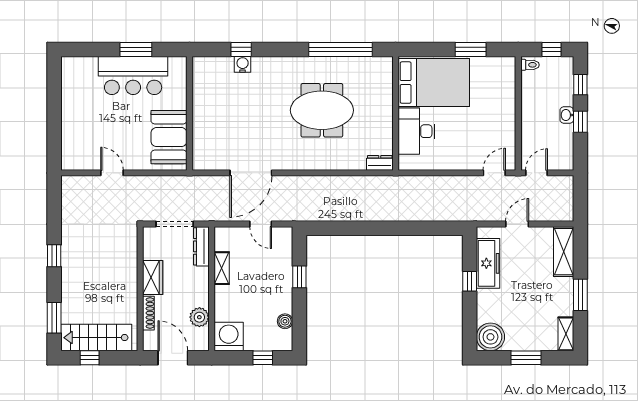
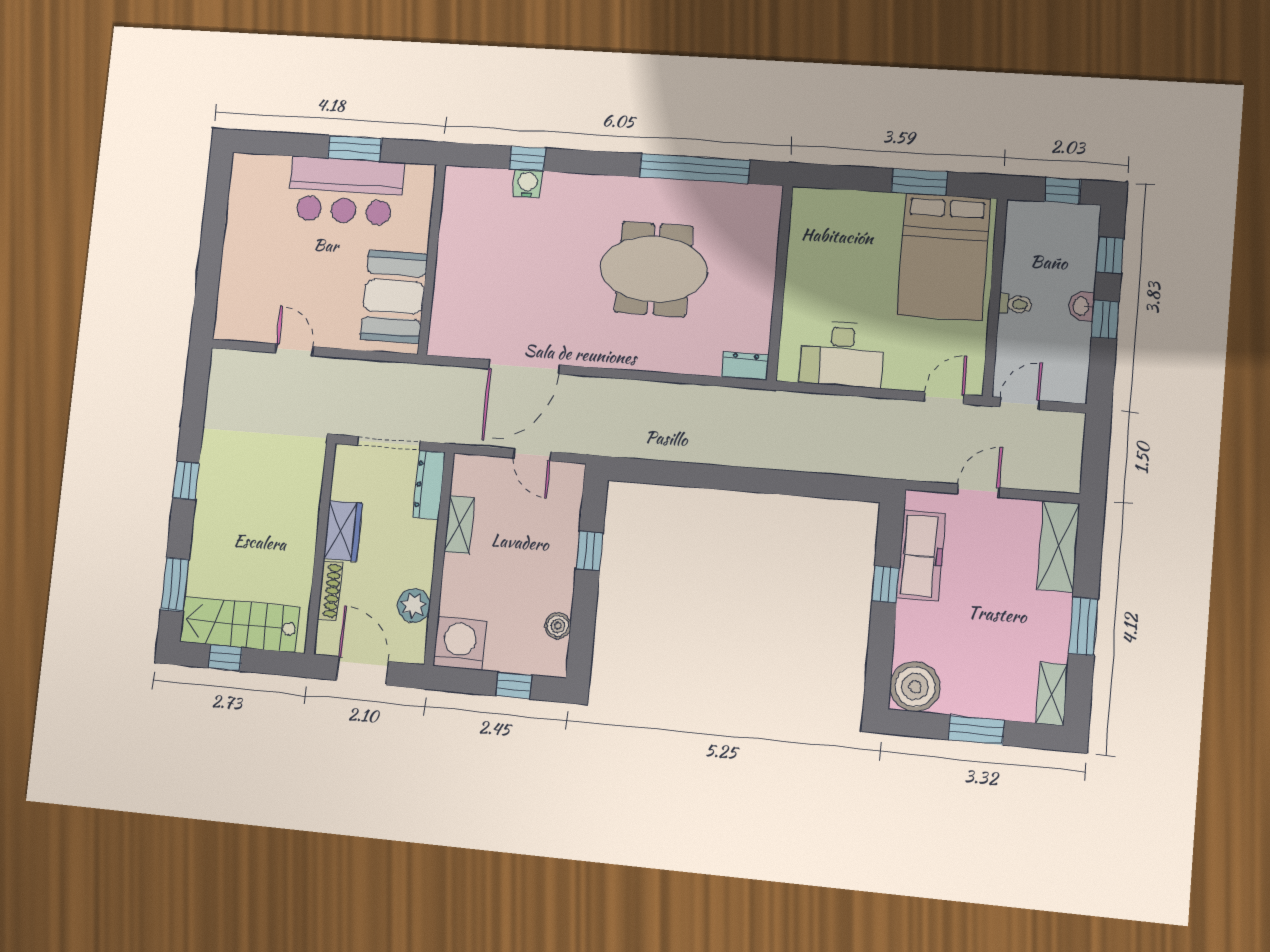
toilet: (530, 65) -> (1015, 304), moved
bed: (434, 83) -> (944, 257), moved, turned 90
desk: (416, 131) -> (842, 354), moved, turned -90

